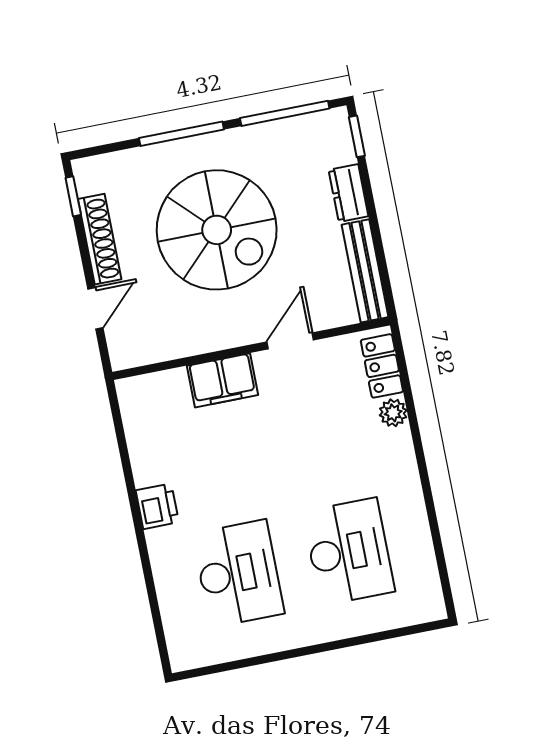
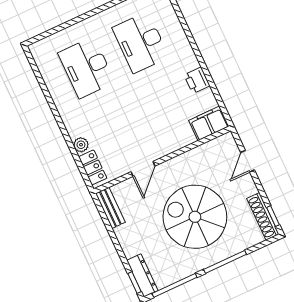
dresser: (349, 193) -> (142, 275), moved, width x1.44
shoe rack: (100, 239) -> (263, 216), moved
bench: (365, 271) -> (110, 208), width x0.73
filing cabinet: (222, 380) -> (209, 123), moved
printer: (157, 506) -> (197, 80), moved

